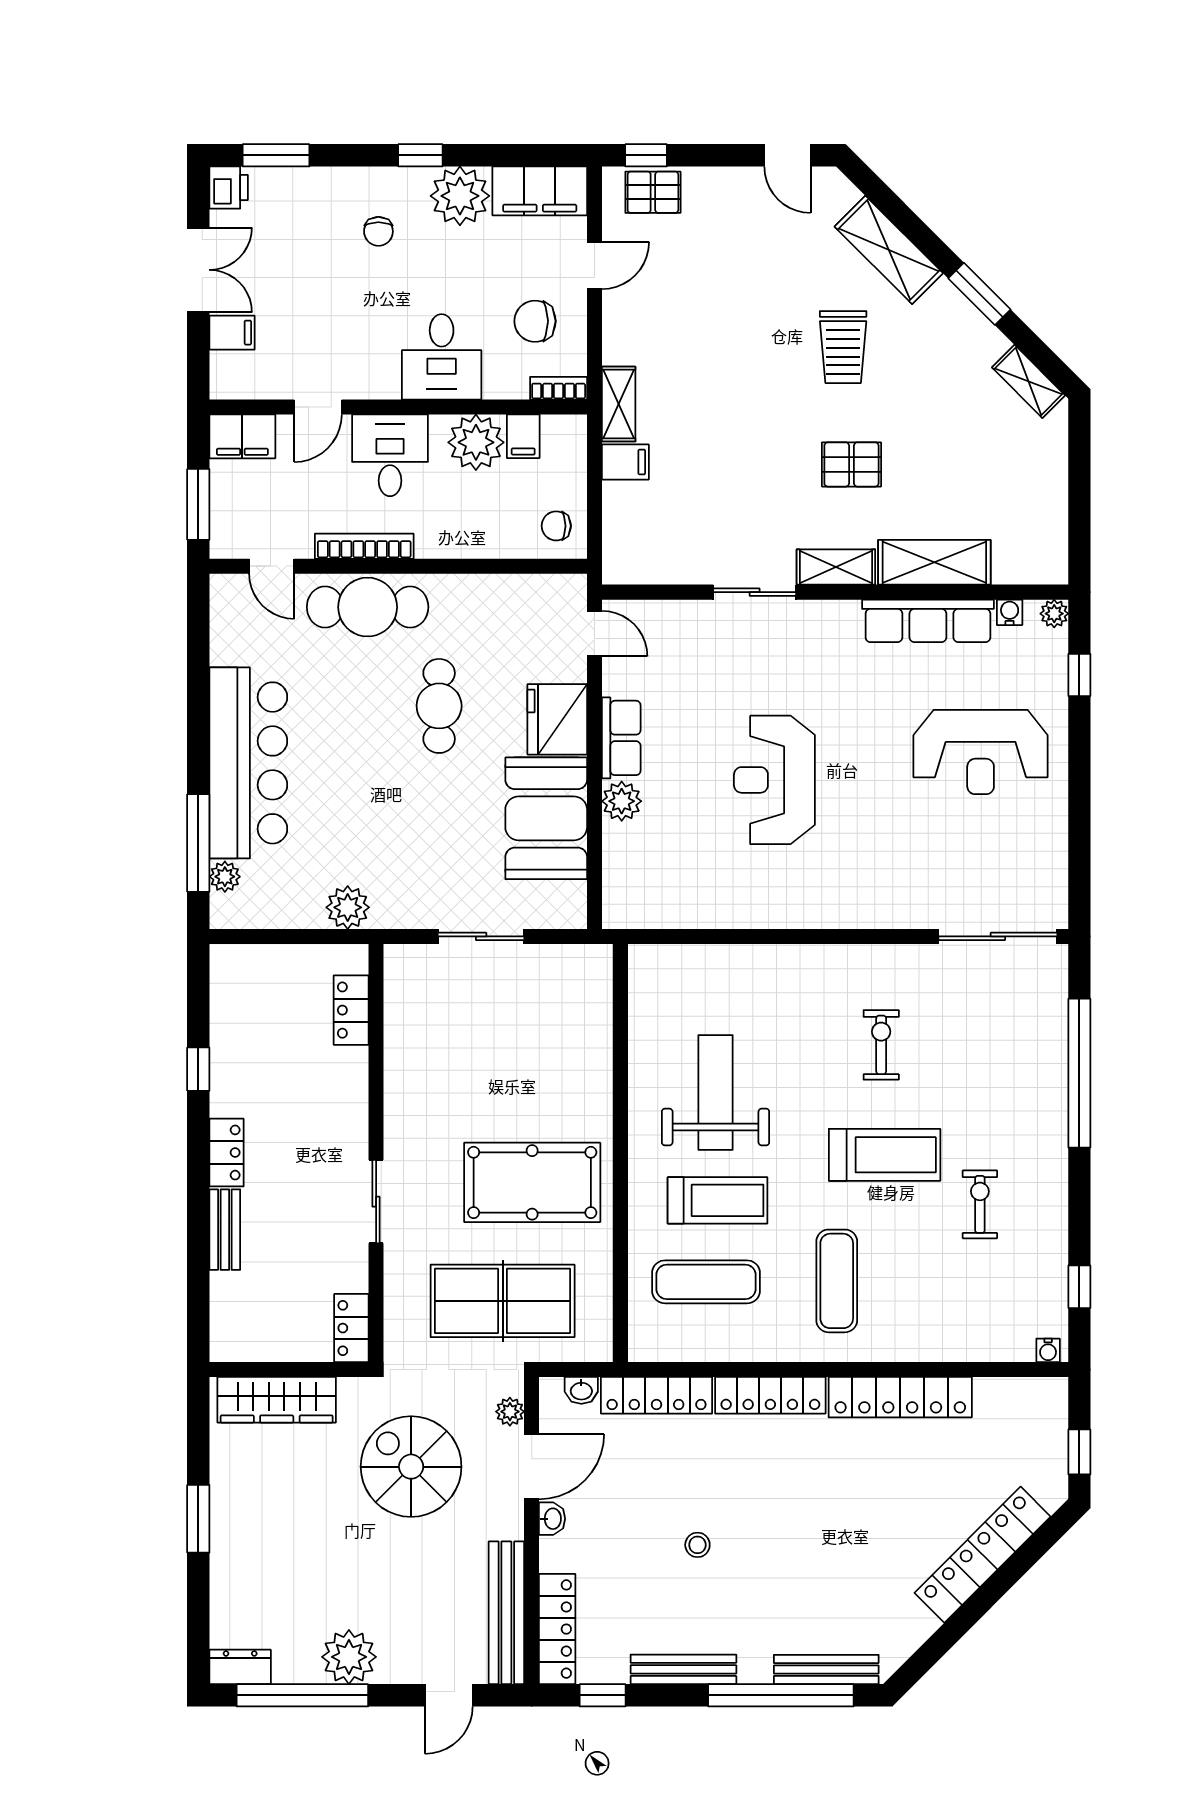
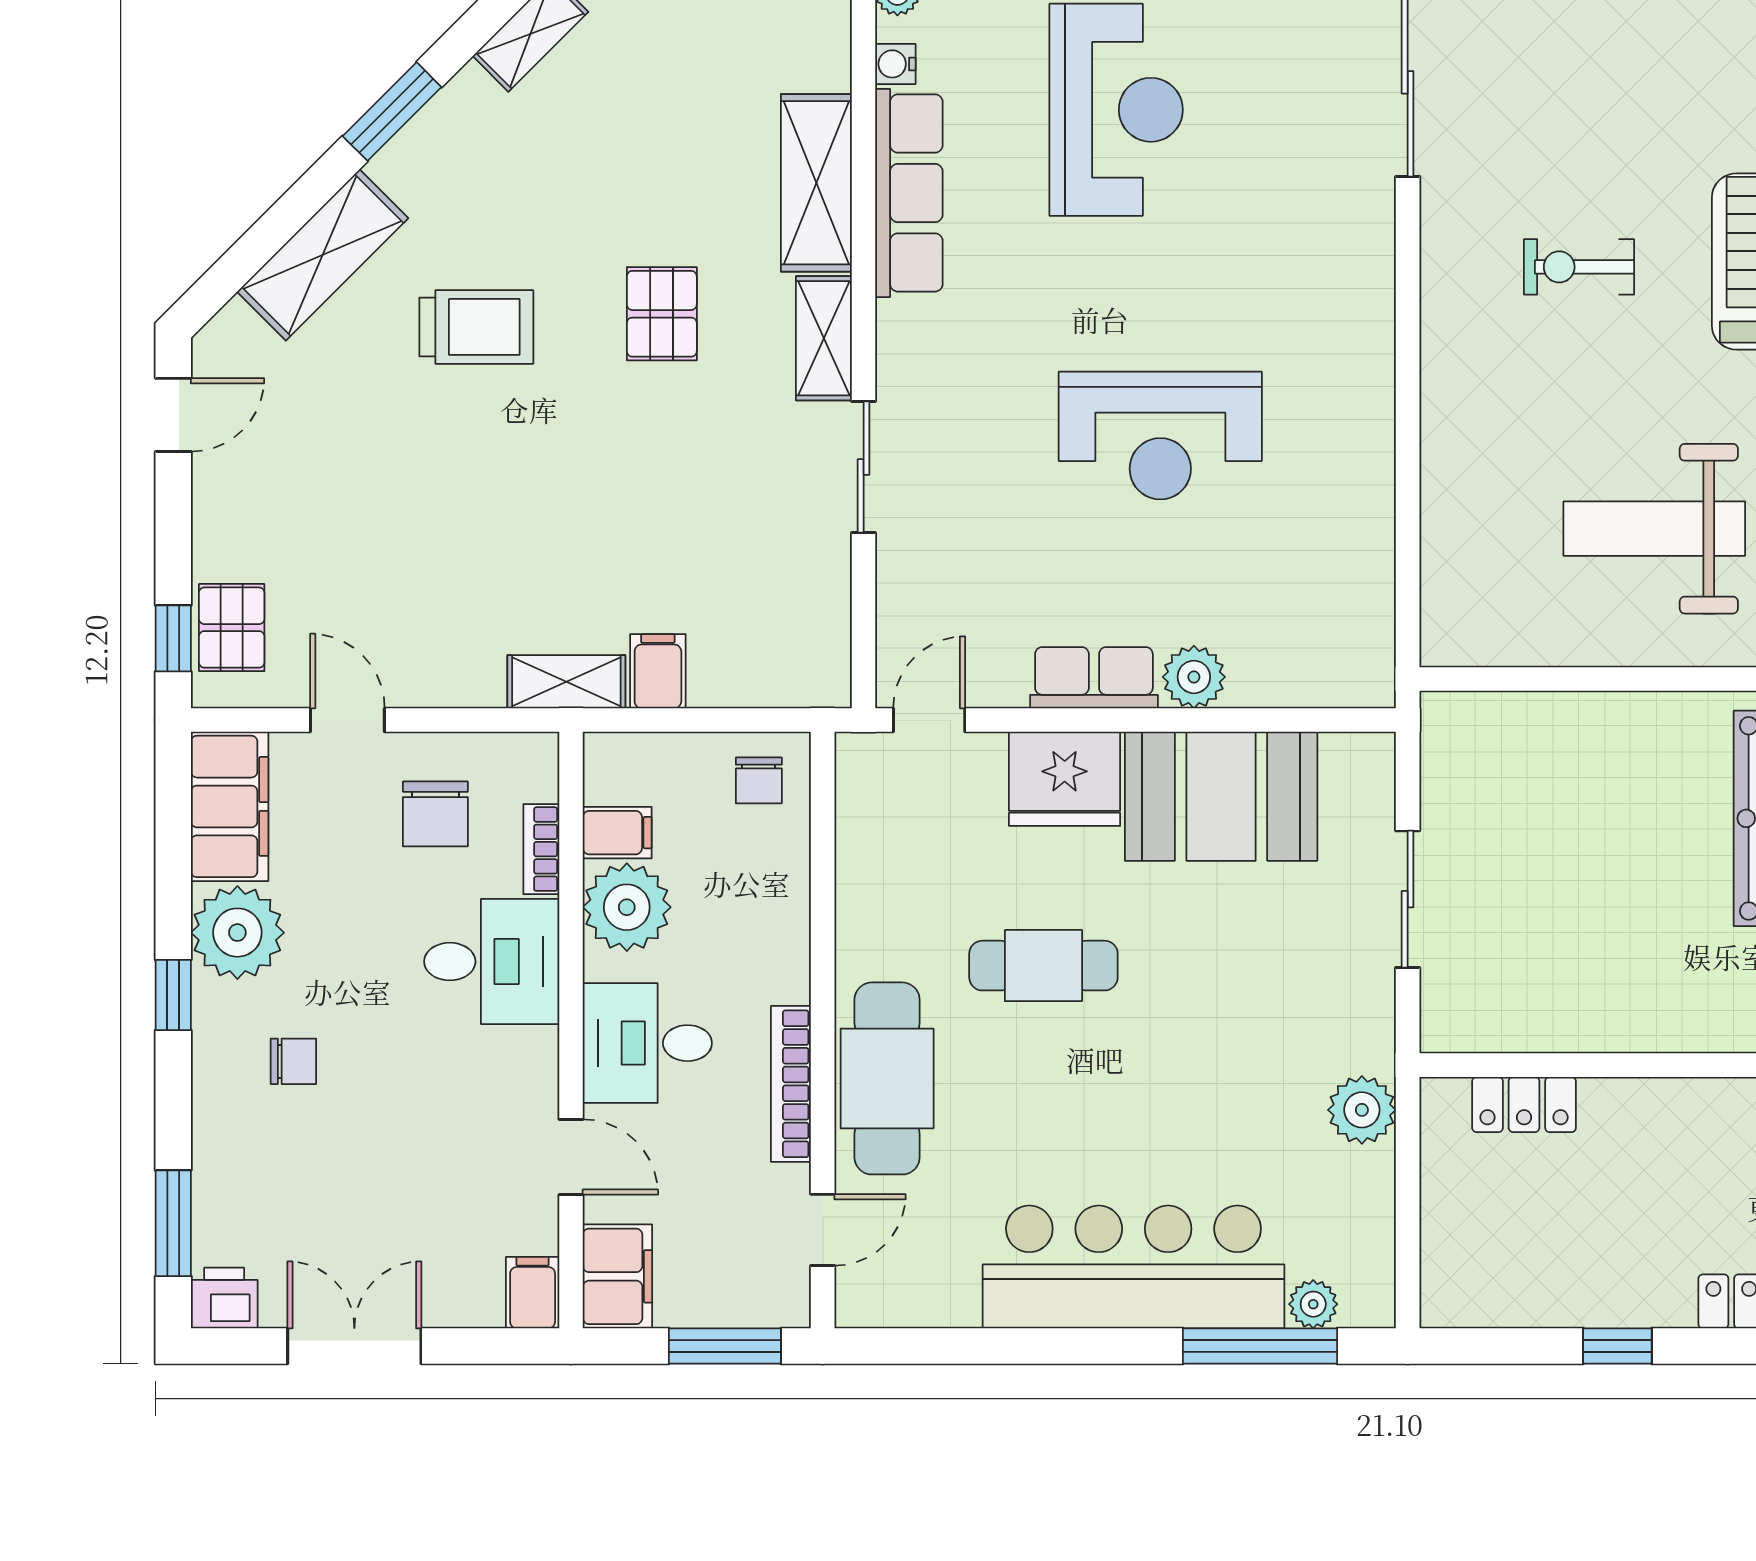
filing cabinet: (232, 333) -> (533, 1293), moved
bookcase: (559, 388) -> (541, 849), moved

